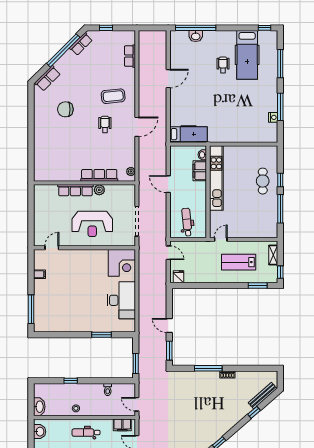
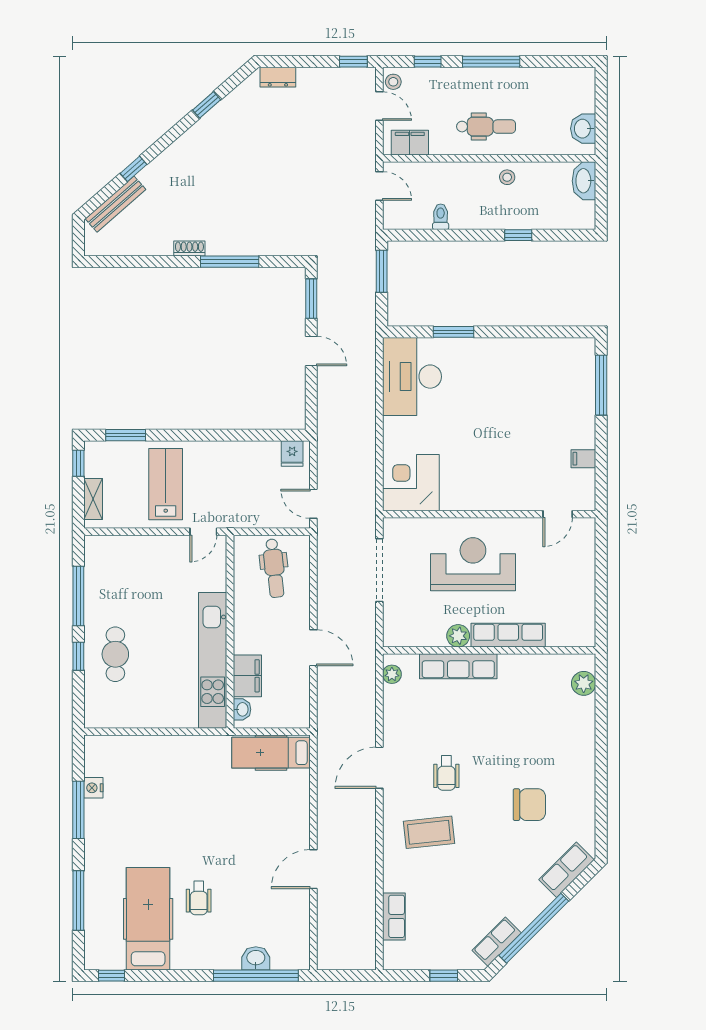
plant: (39, 167) -> (584, 683), added
lab bench: (239, 262) -> (166, 484), turned -90
desk: (121, 300) -> (412, 377), moved

